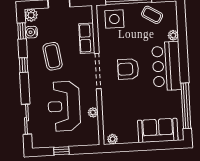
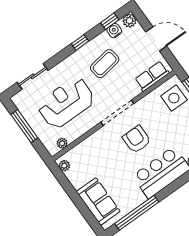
row of seats: (87, 38) -> (152, 76), moved
plant: (93, 112) -> (62, 143), moved
window: (61, 151) -> (24, 126), width x2.17

